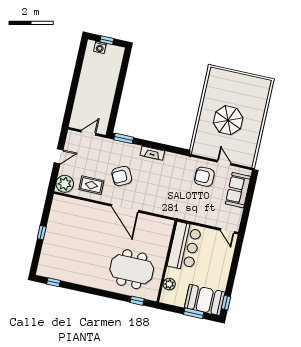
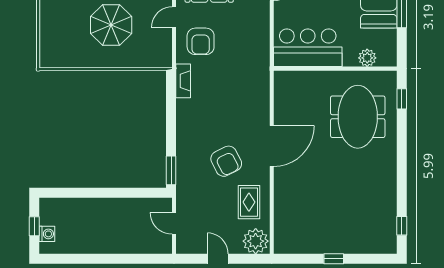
fireplace: (152, 153) -> (183, 81), moved

